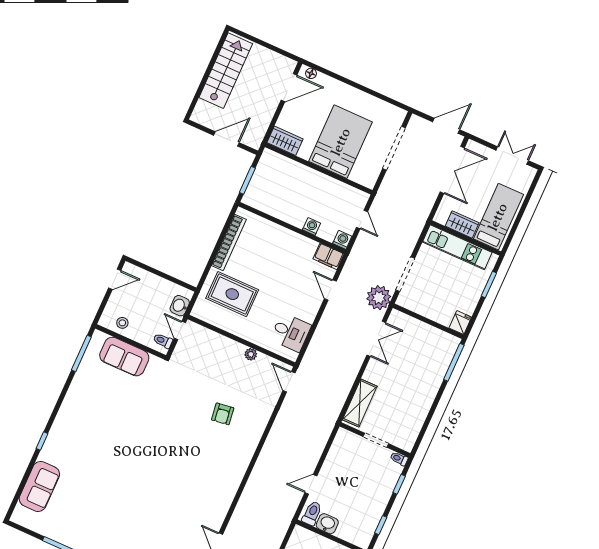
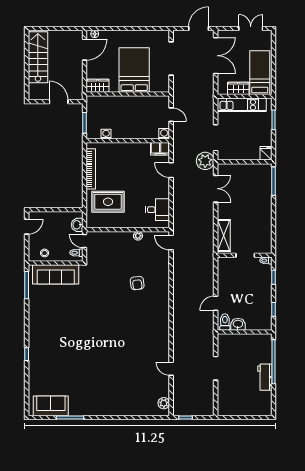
door: (226, 139) -> (59, 102), hinge flipped
washing machine: (311, 226) -> (106, 134), moved
sofa: (124, 357) -> (56, 274), width x1.36
sofa: (39, 486) -> (51, 406), moved, turned -90

